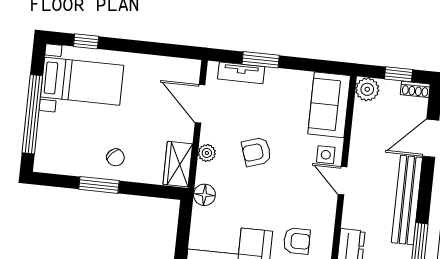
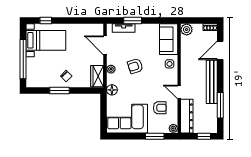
window: (399, 74) -> (201, 21), removed
door: (343, 181) -> (179, 92), moved

